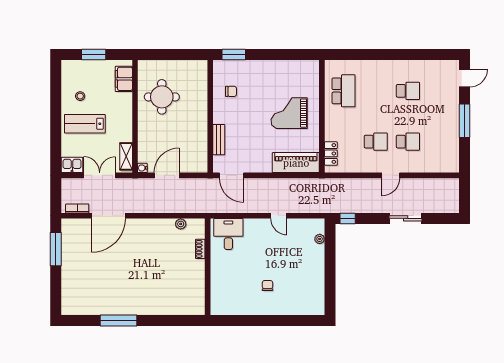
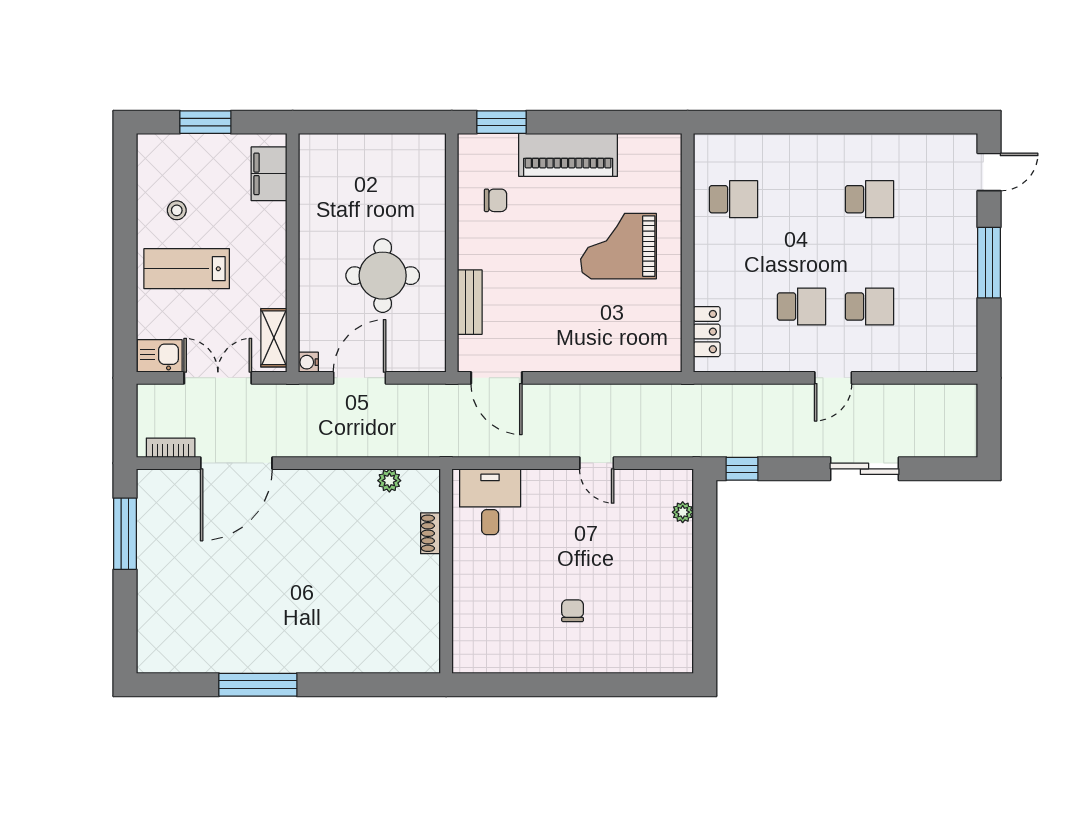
school desk: (344, 91) -> (733, 199), width x0.54
round table: (162, 97) -> (383, 276), moved
piano: (296, 163) -> (568, 155), moved, turned 180

